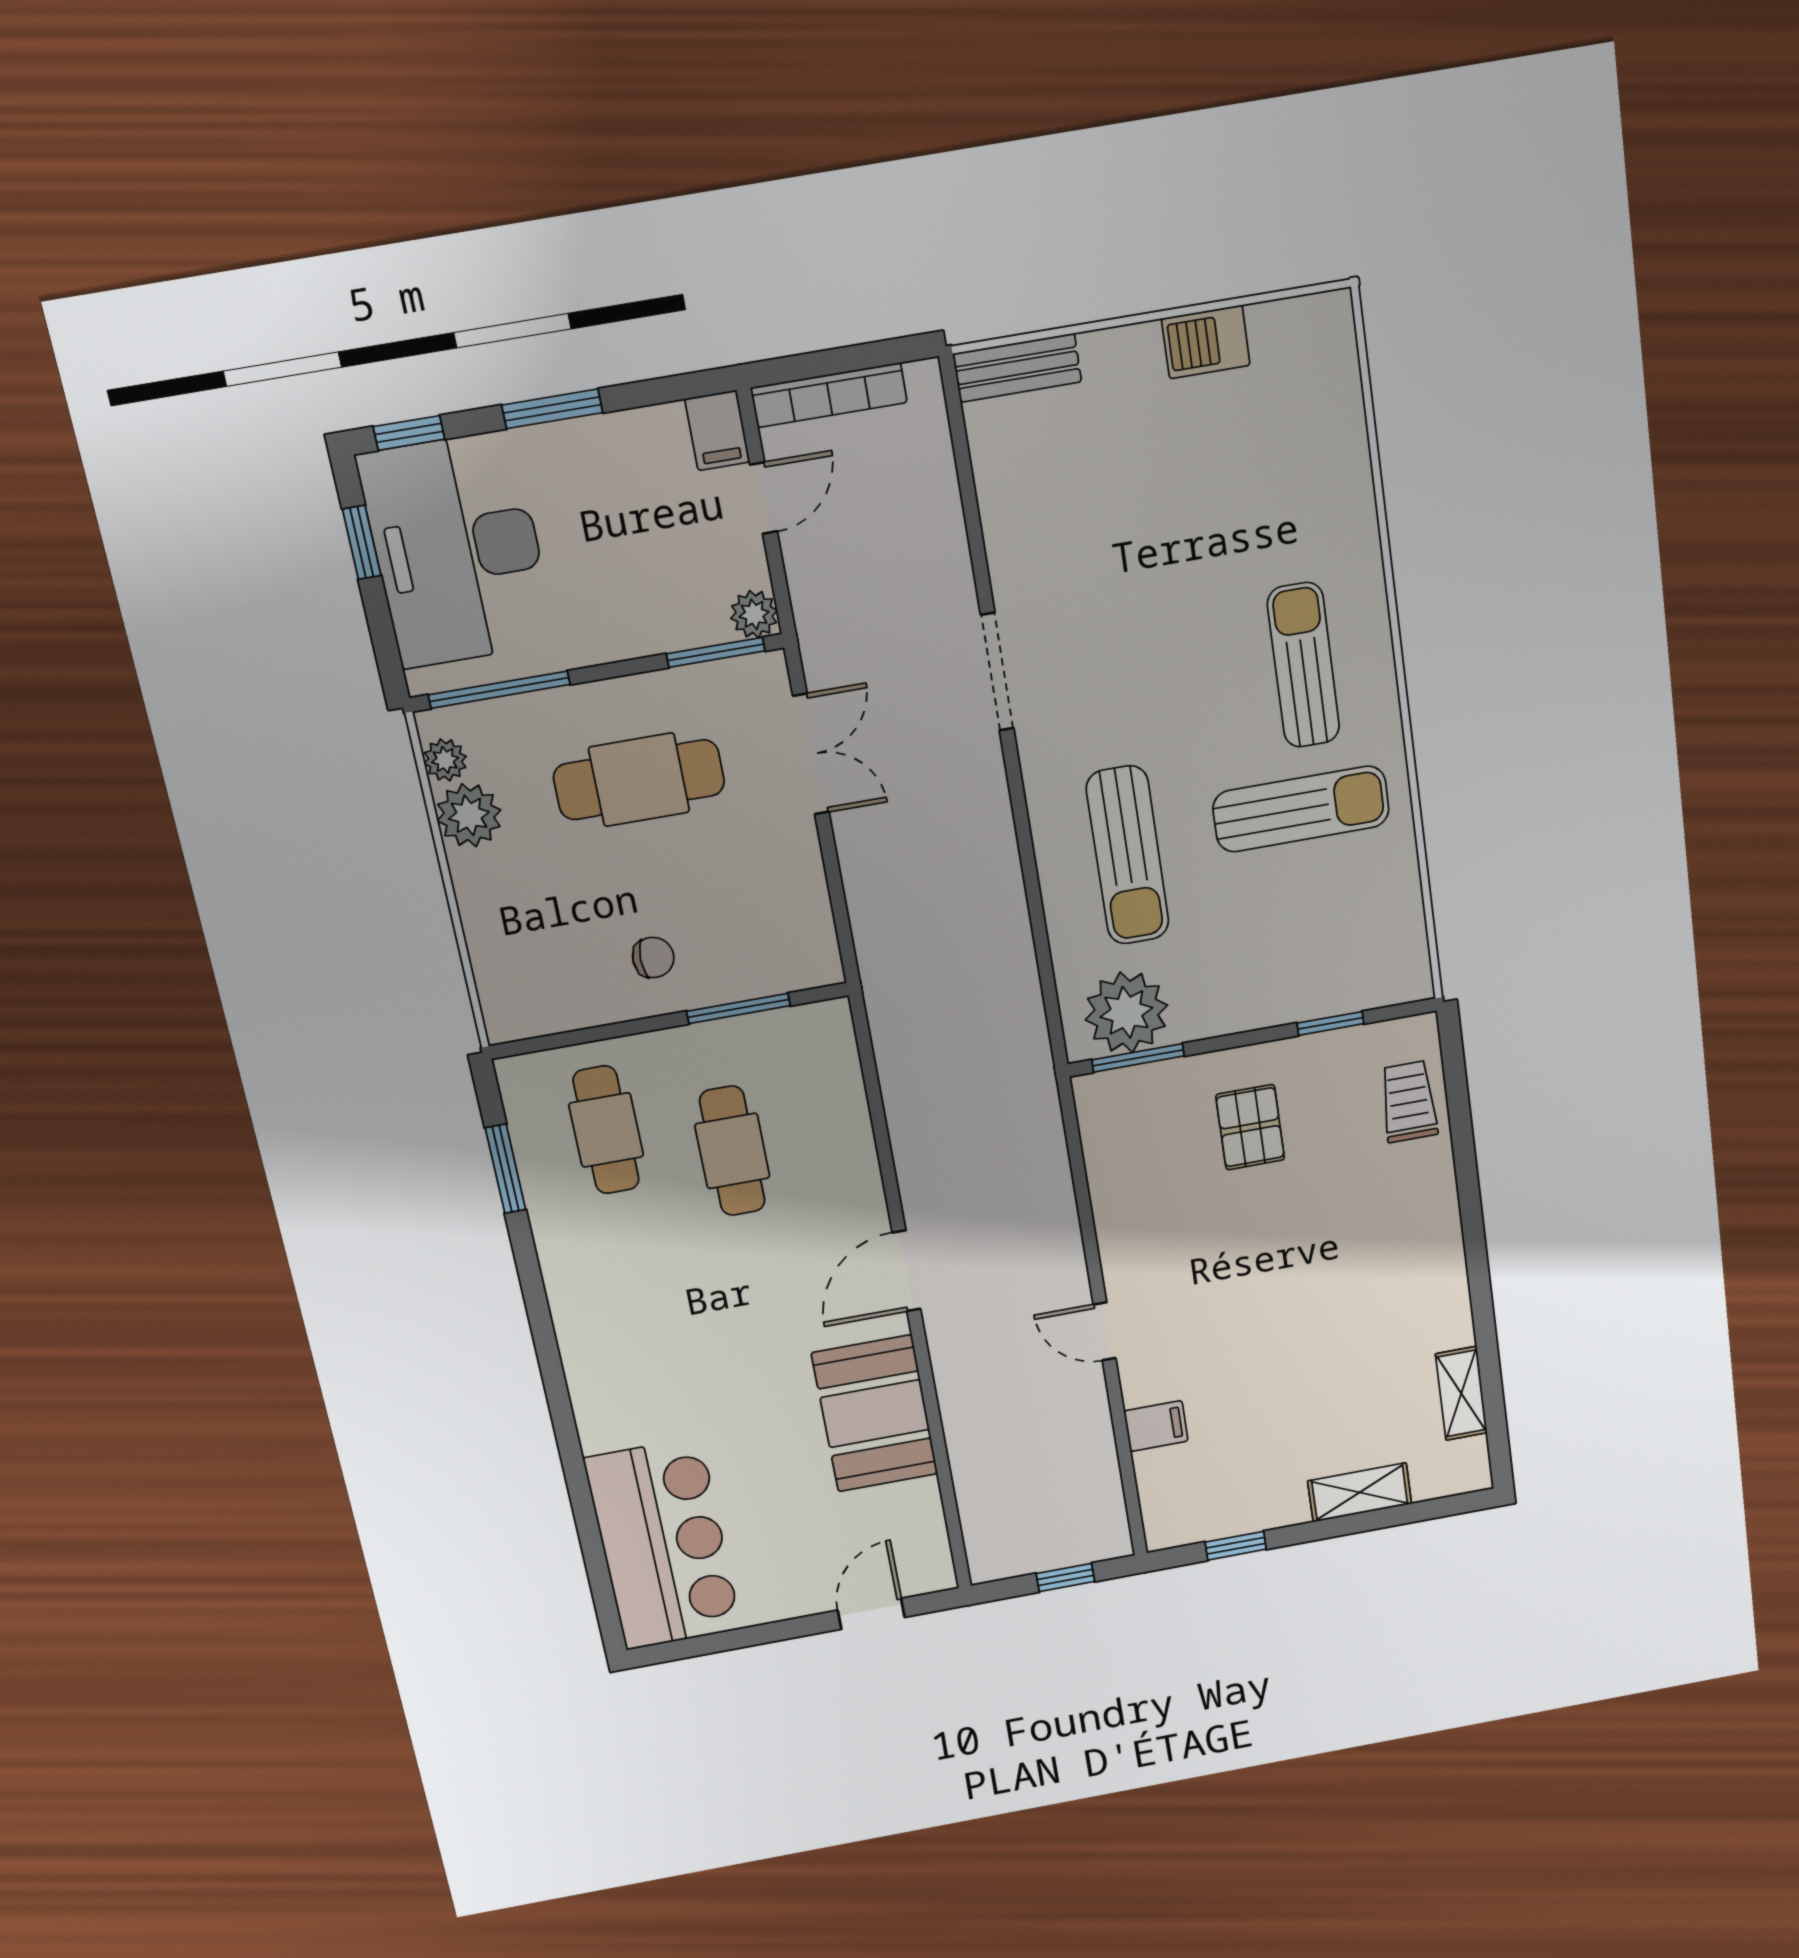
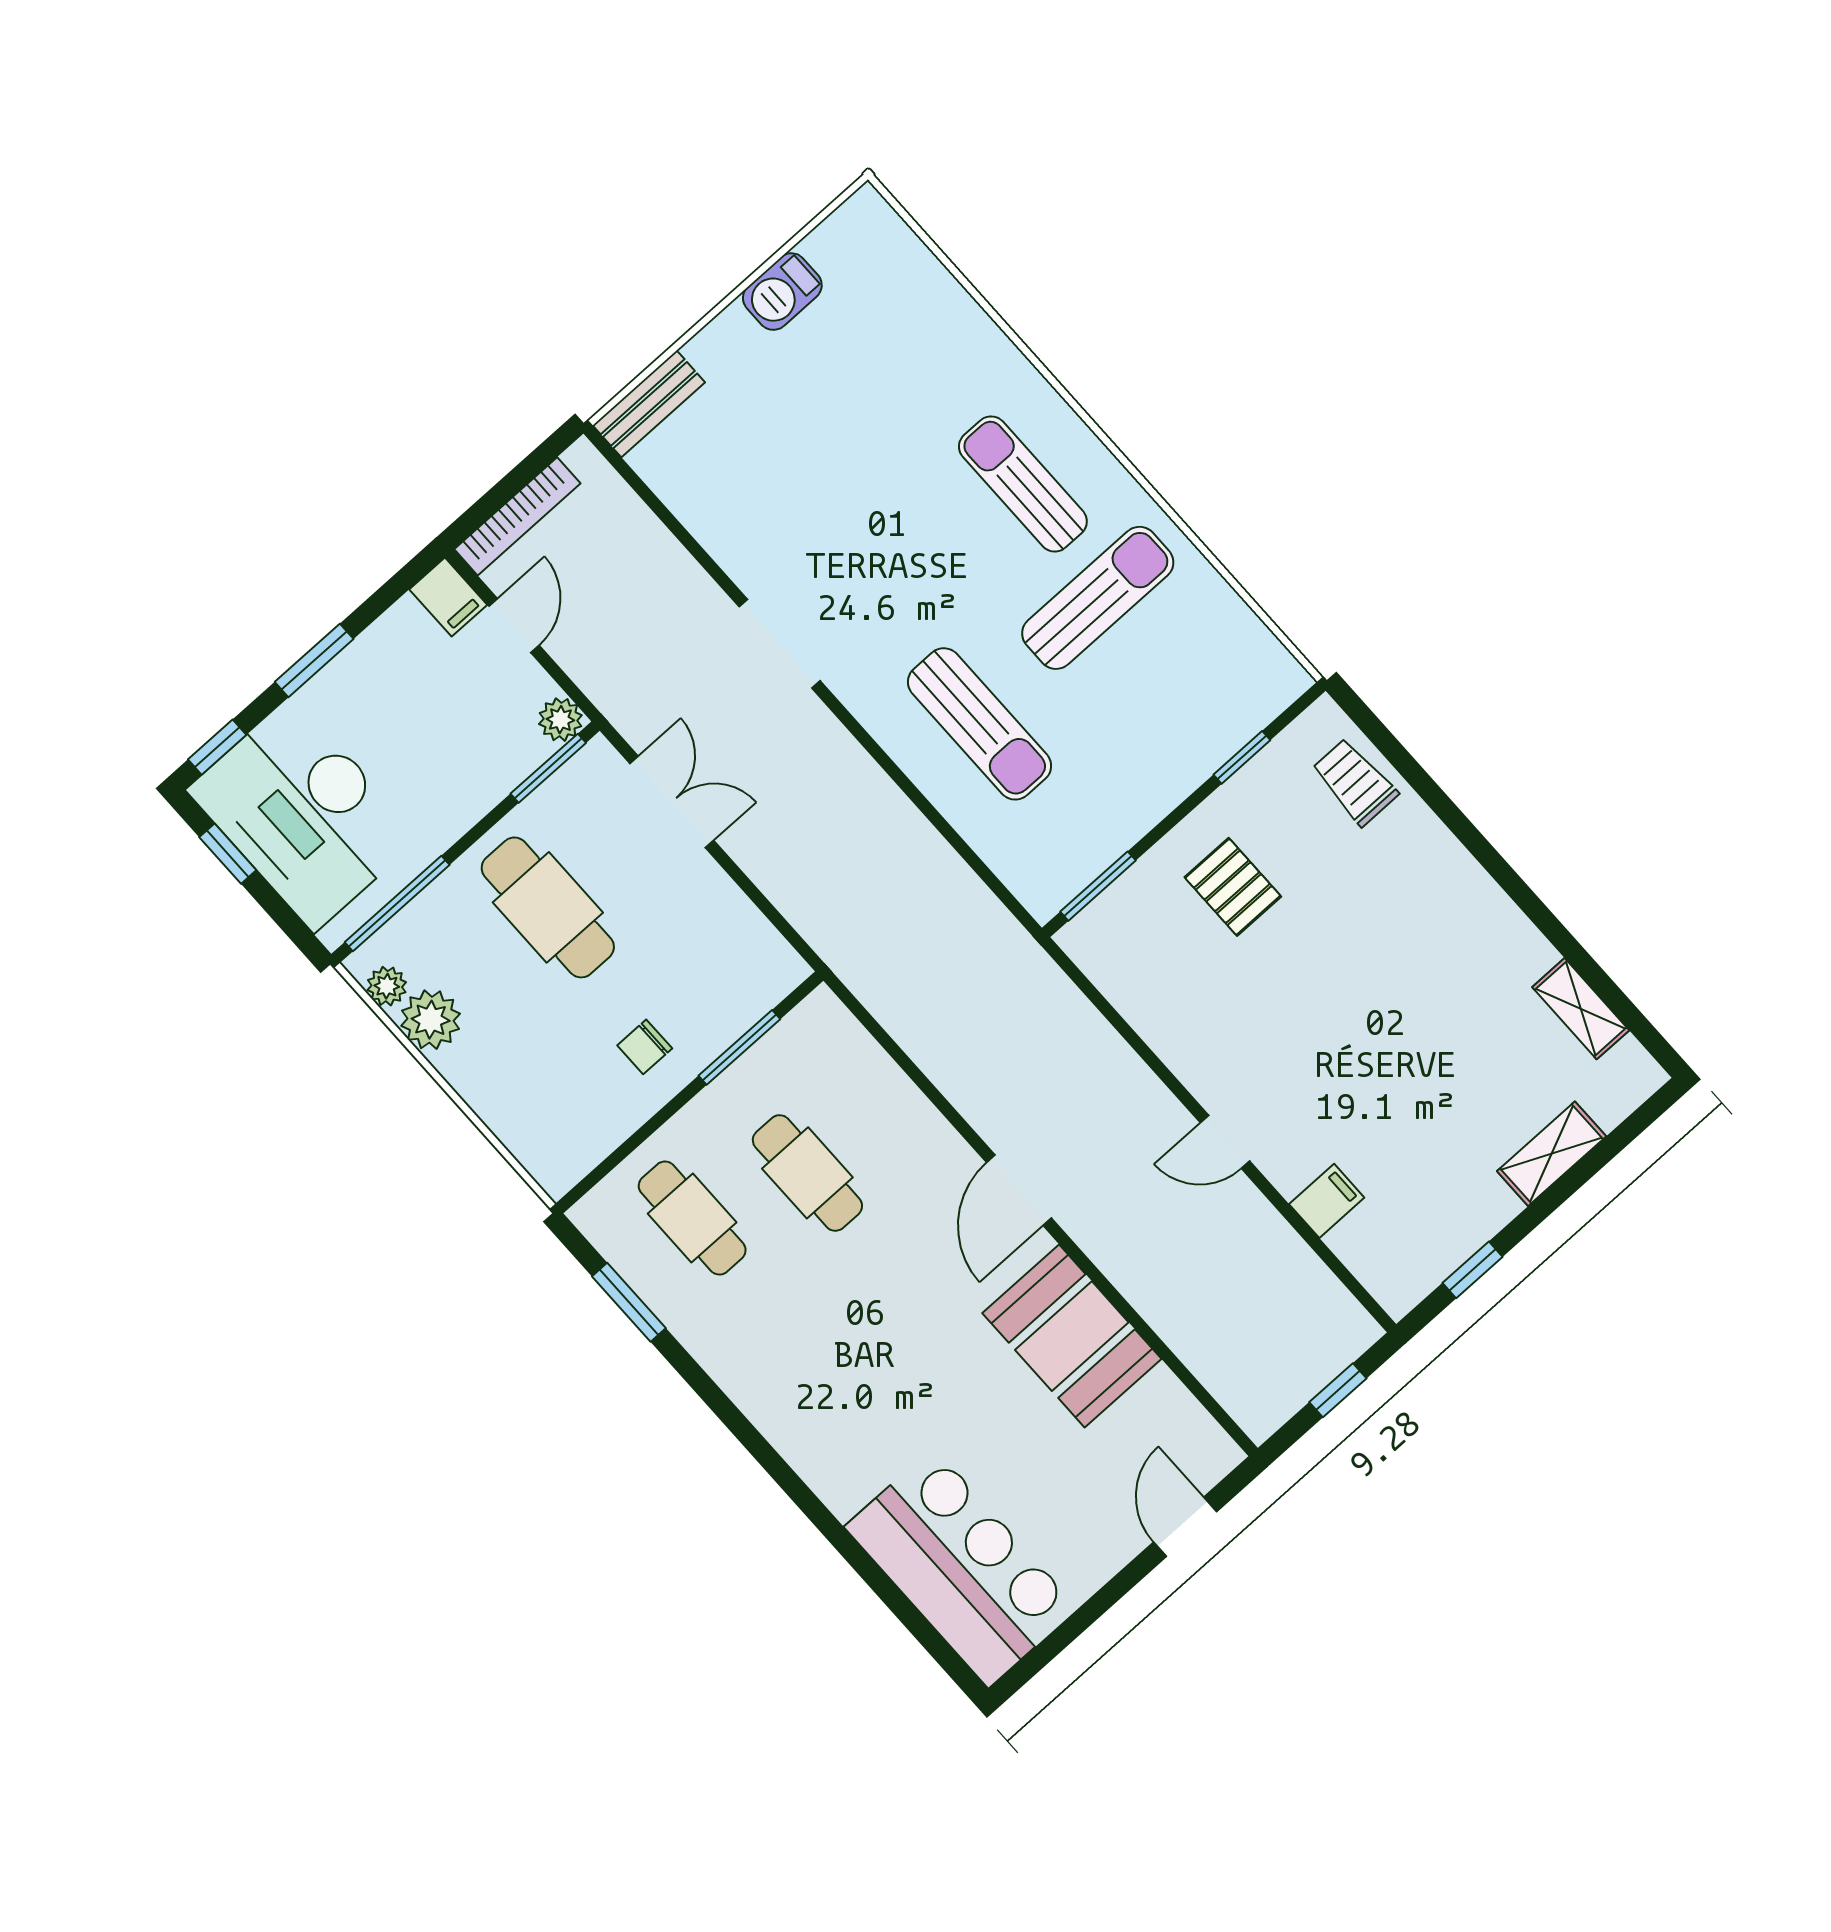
cafe table: (639, 780) -> (548, 907), turned 90
chair: (653, 957) -> (645, 1047), turned 180
plant: (1126, 1012) -> (1063, 854), removed

